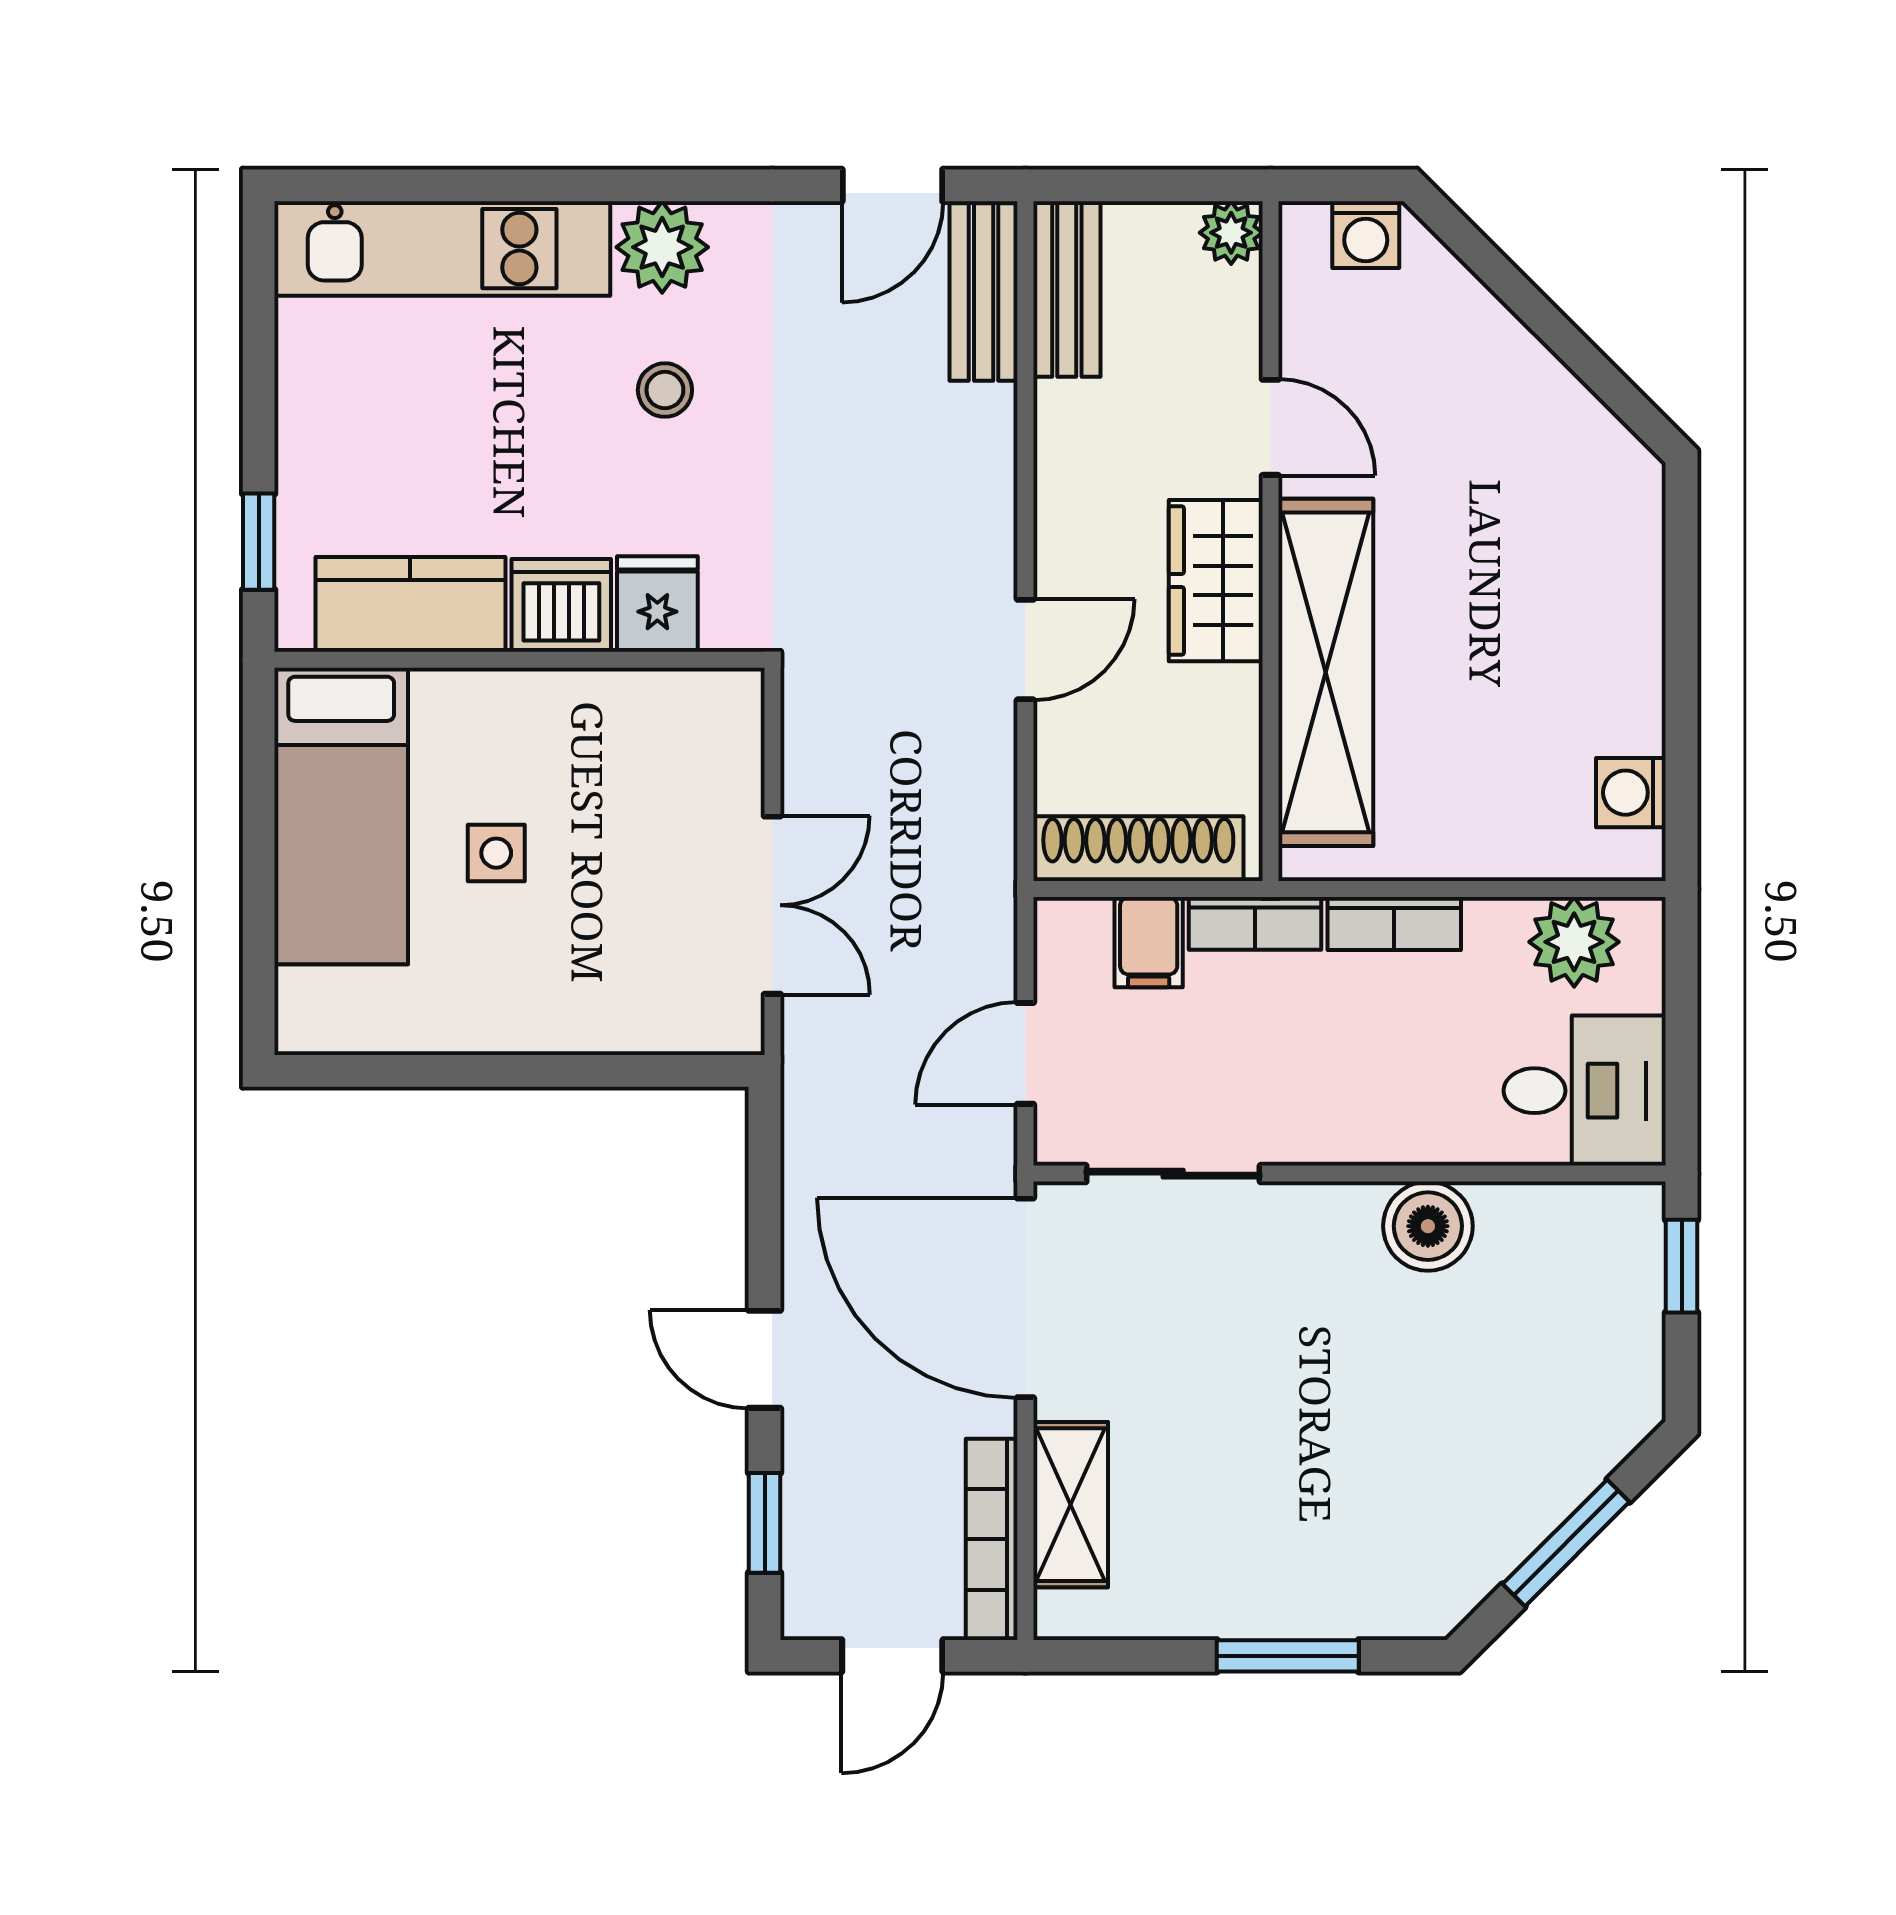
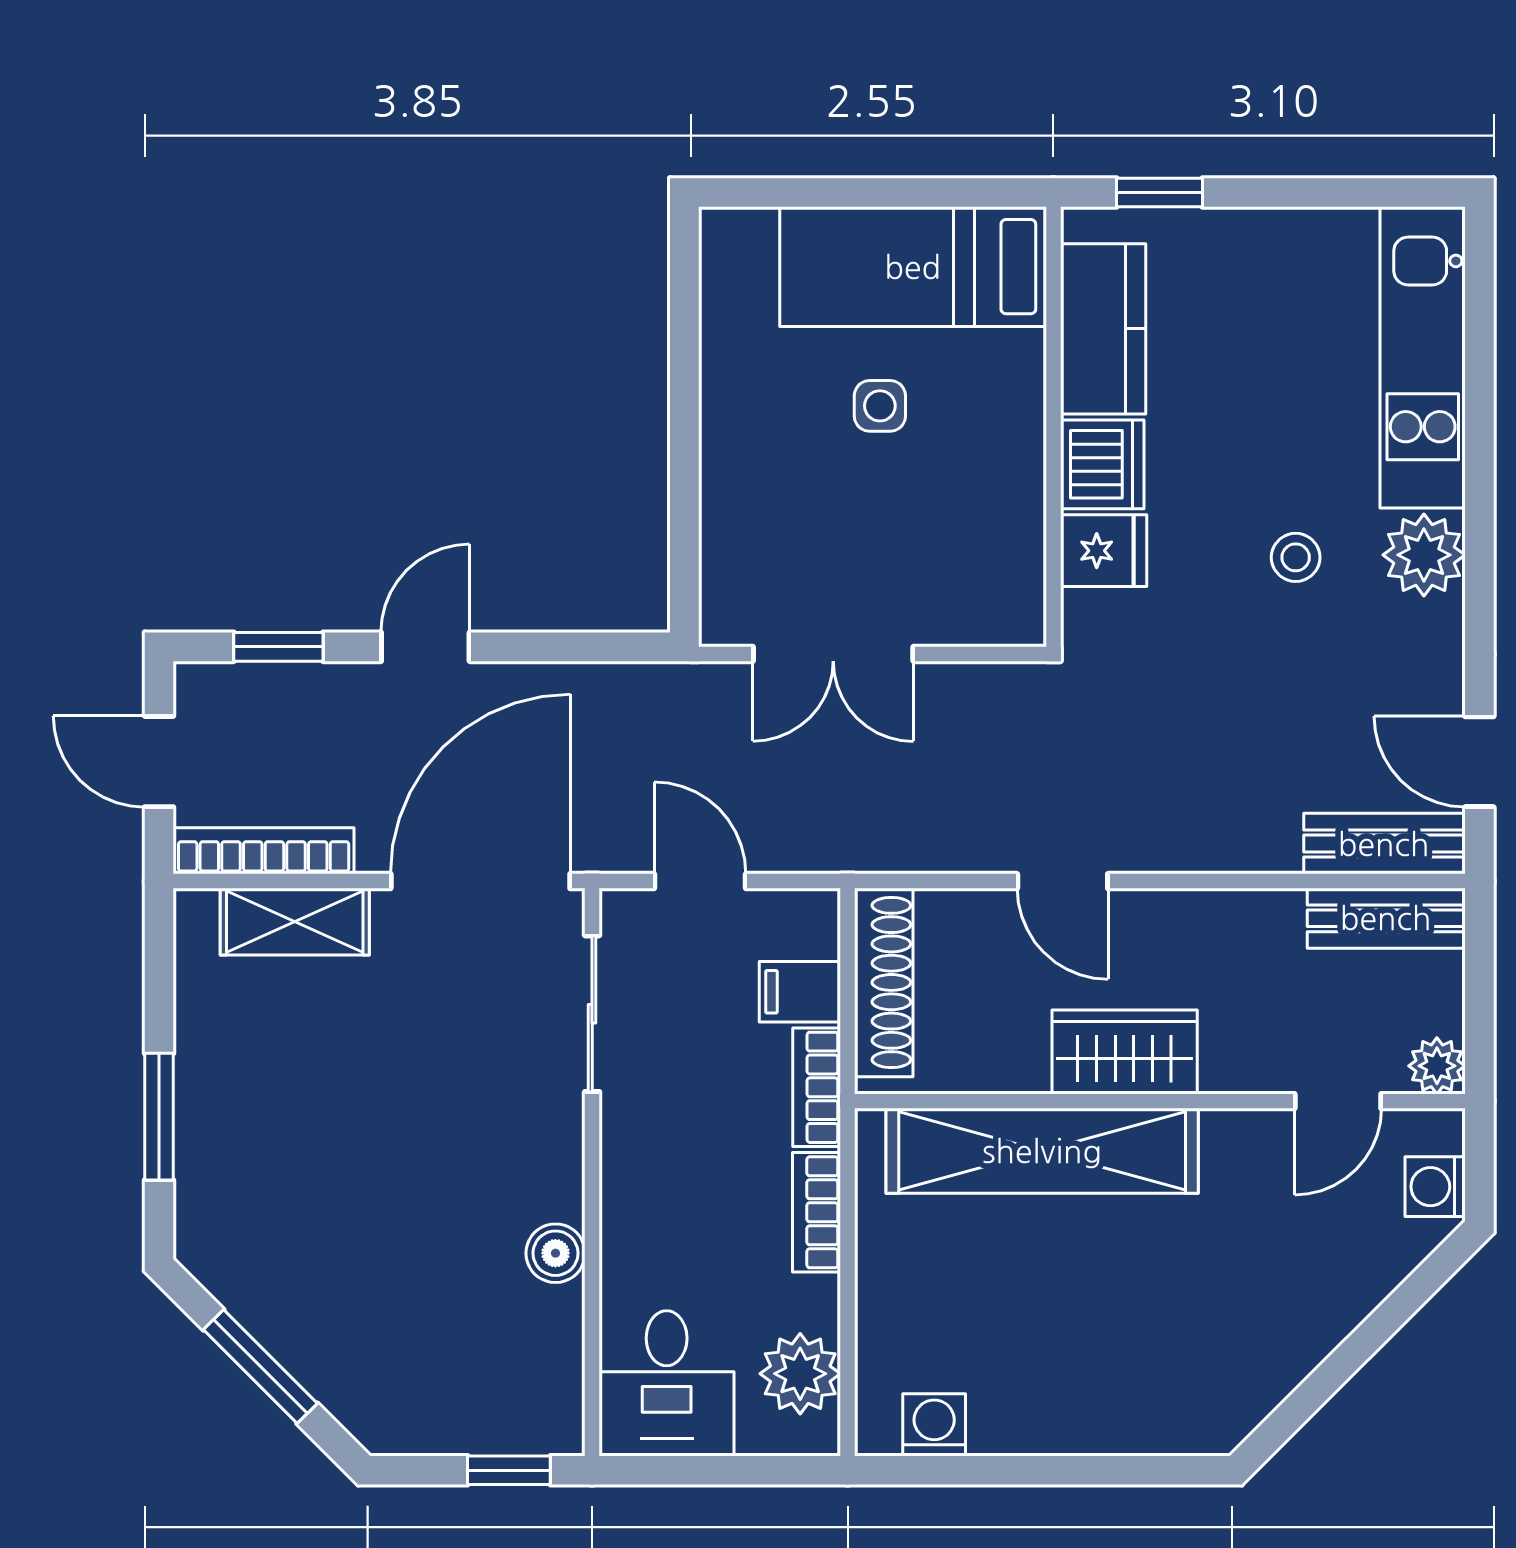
door: (1270, 427) -> (1338, 1101), moved
boiler: (1428, 1226) -> (555, 1253), width x0.73, depth x0.73

